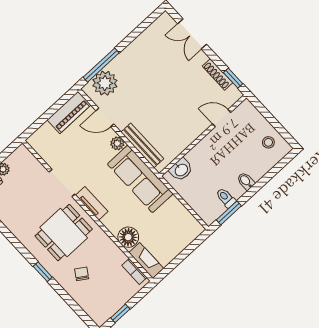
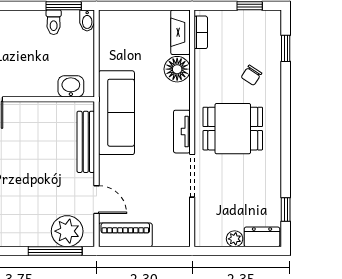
plant: (117, 143) -> (107, 165), removed
bidet: (246, 181) -> (87, 20), moved
window: (43, 272) -> (286, 48), moved

